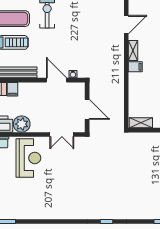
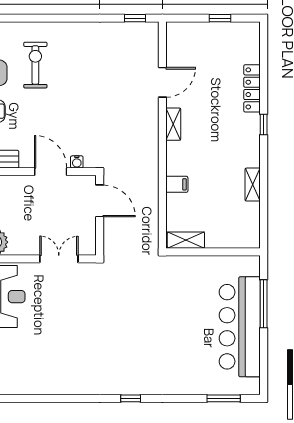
filing cabinet: (135, 67) -> (177, 184), moved
door: (87, 109) -> (100, 201), moved
double door: (62, 134) -> (59, 259), swing flipped

